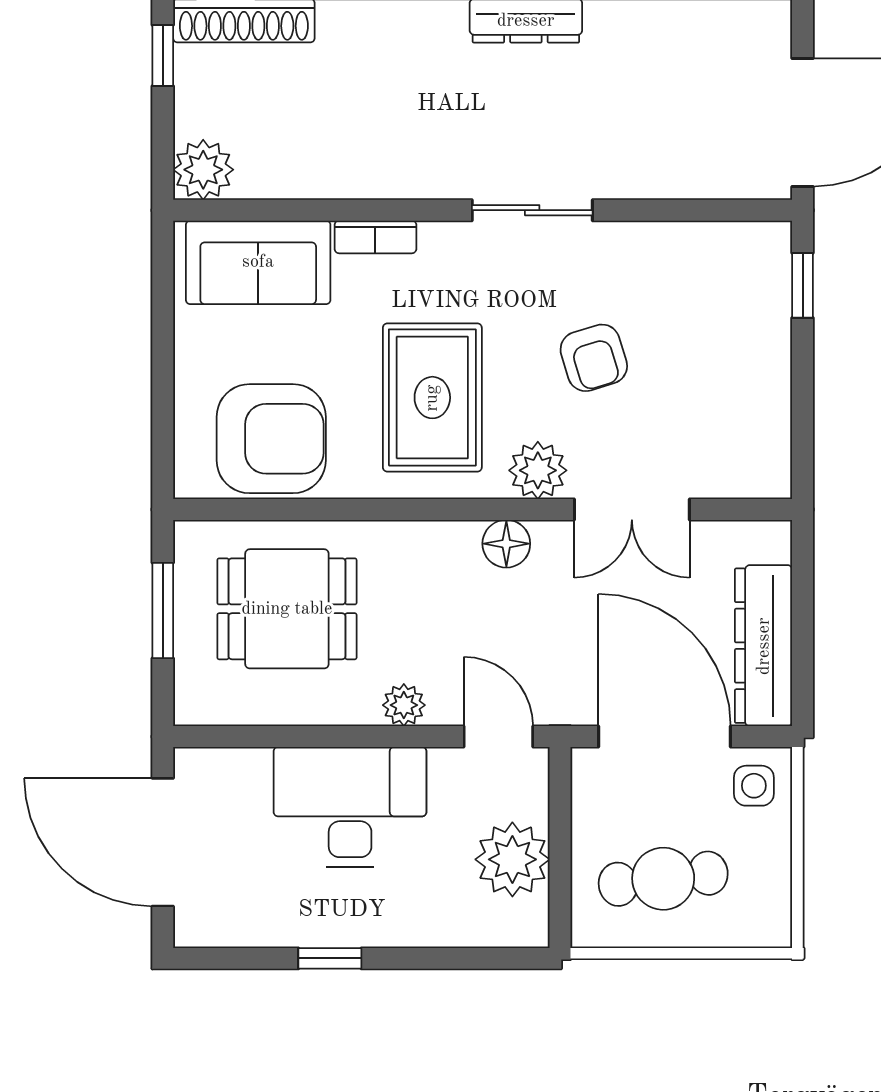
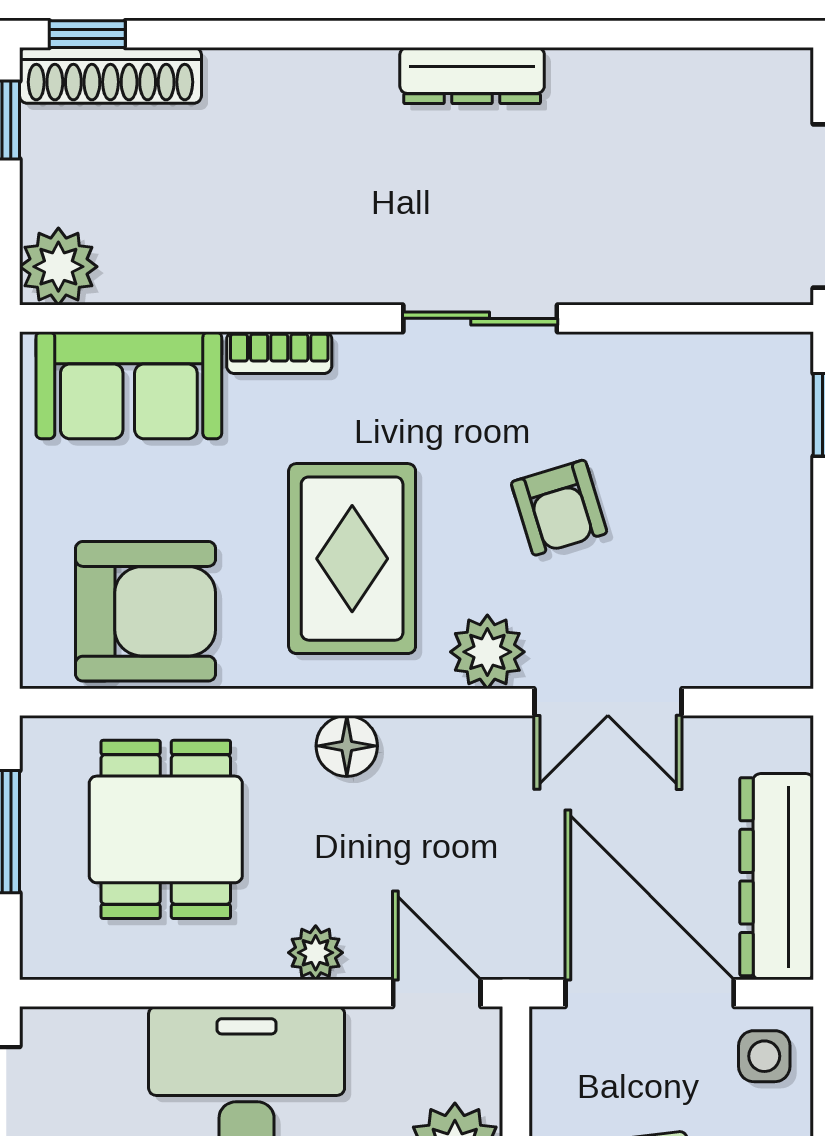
floor lamp: (506, 544) -> (347, 746), moved
dining table: (287, 609) -> (166, 829), turned 90

